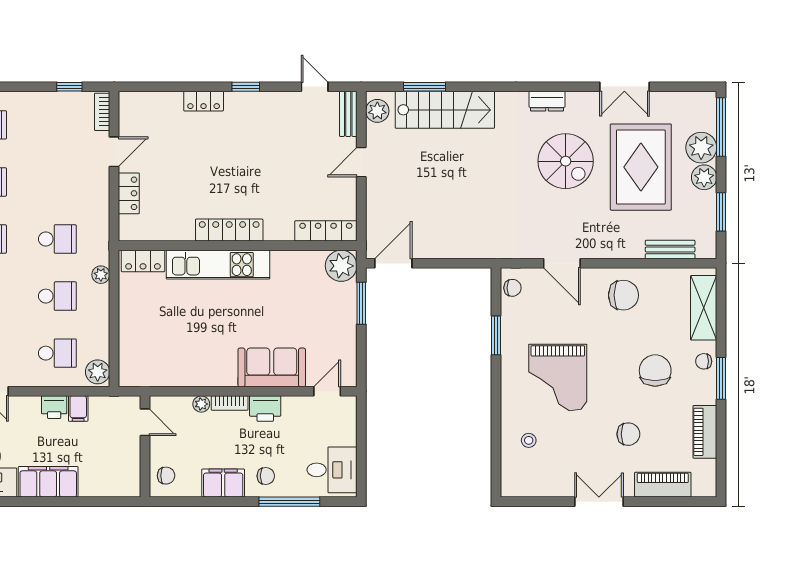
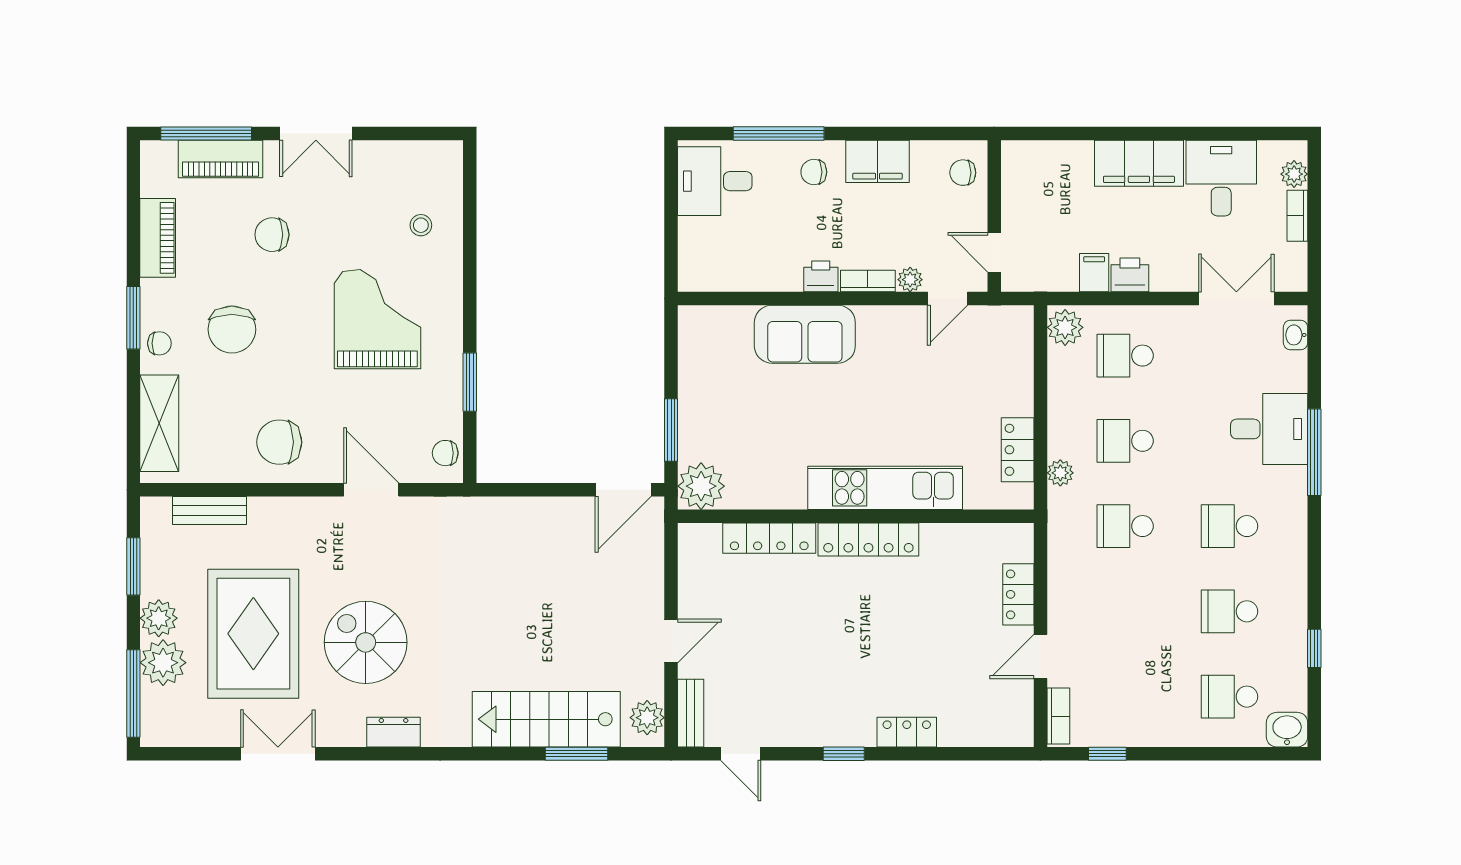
locker: (326, 231) -> (769, 538), moved
locker: (143, 261) -> (1018, 450), moved, turned -90
door: (327, 391) -> (948, 299), moved
printer: (265, 409) -> (821, 276), width x0.73, depth x0.81
window: (672, 502) -> (206, 134), added

